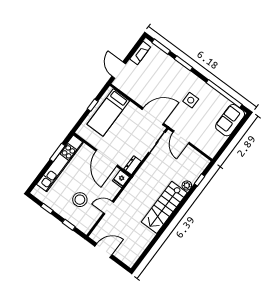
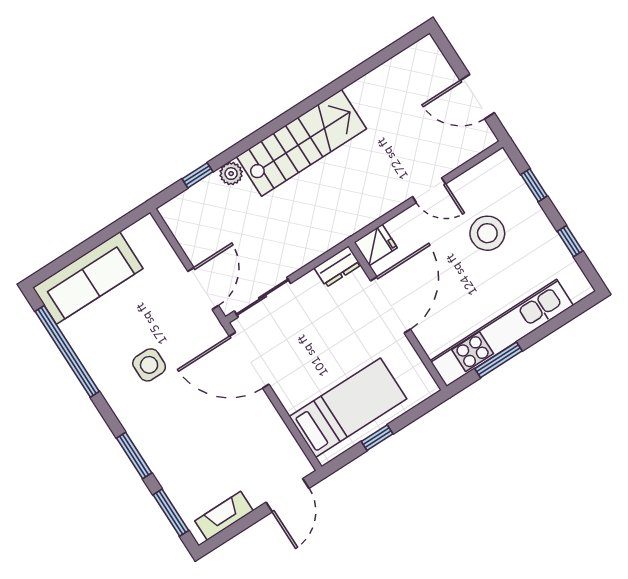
sofa: (230, 120) -> (88, 278), width x1.36

